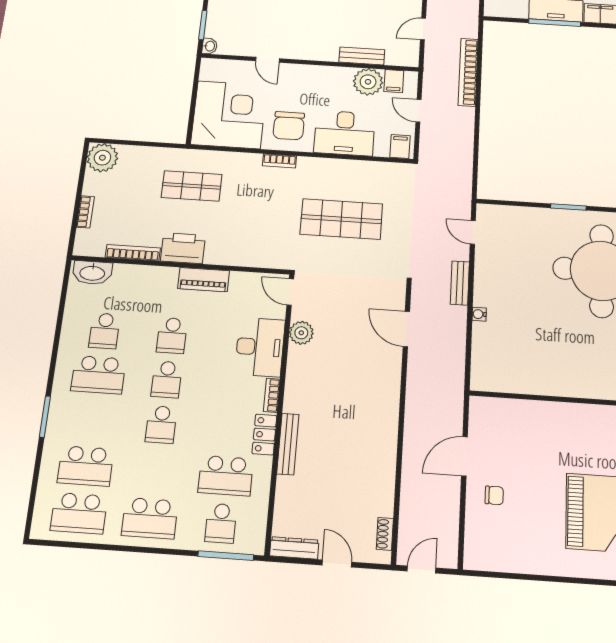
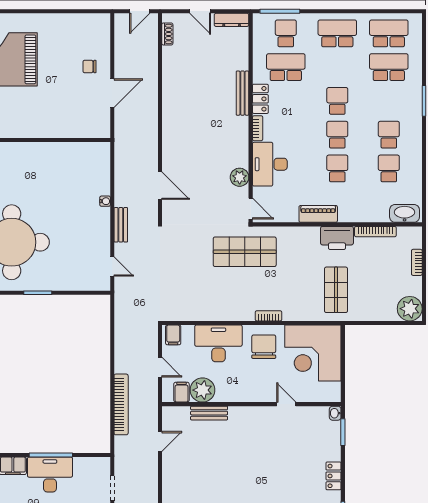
shop shelf: (192, 186) -> (336, 290), turned 90
shop shelf: (341, 219) -> (245, 252), moved
school desk: (98, 375) -> (389, 135), width x0.54

